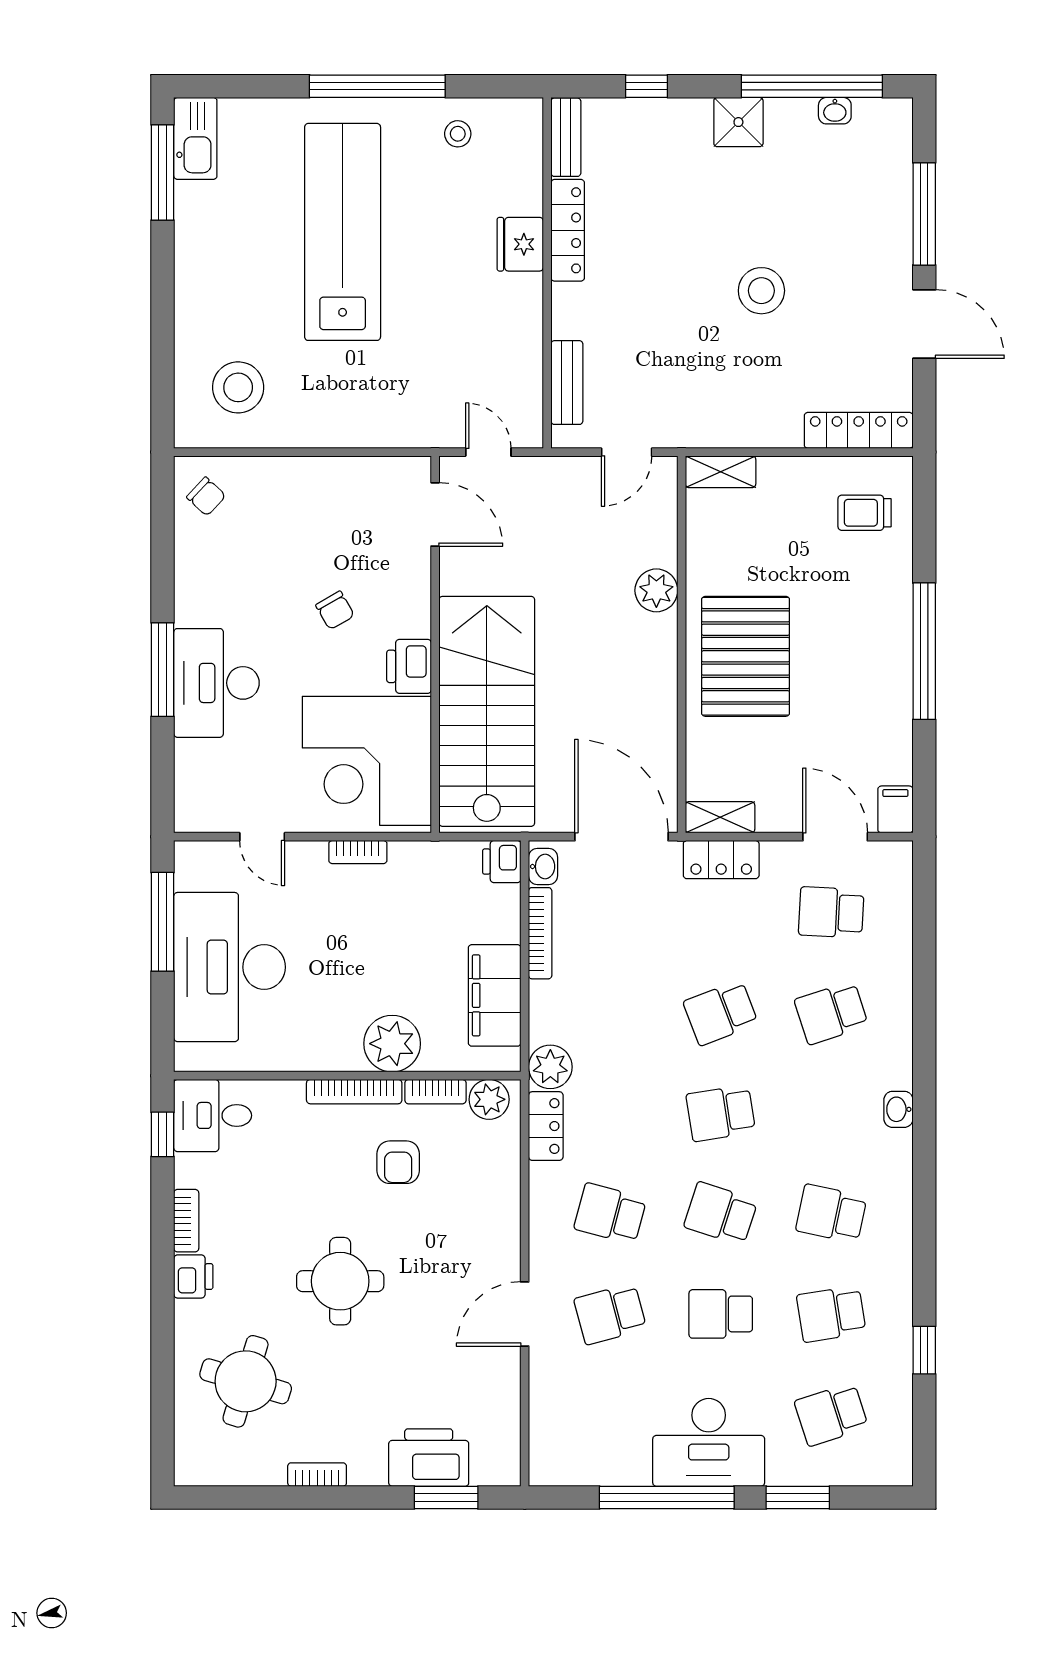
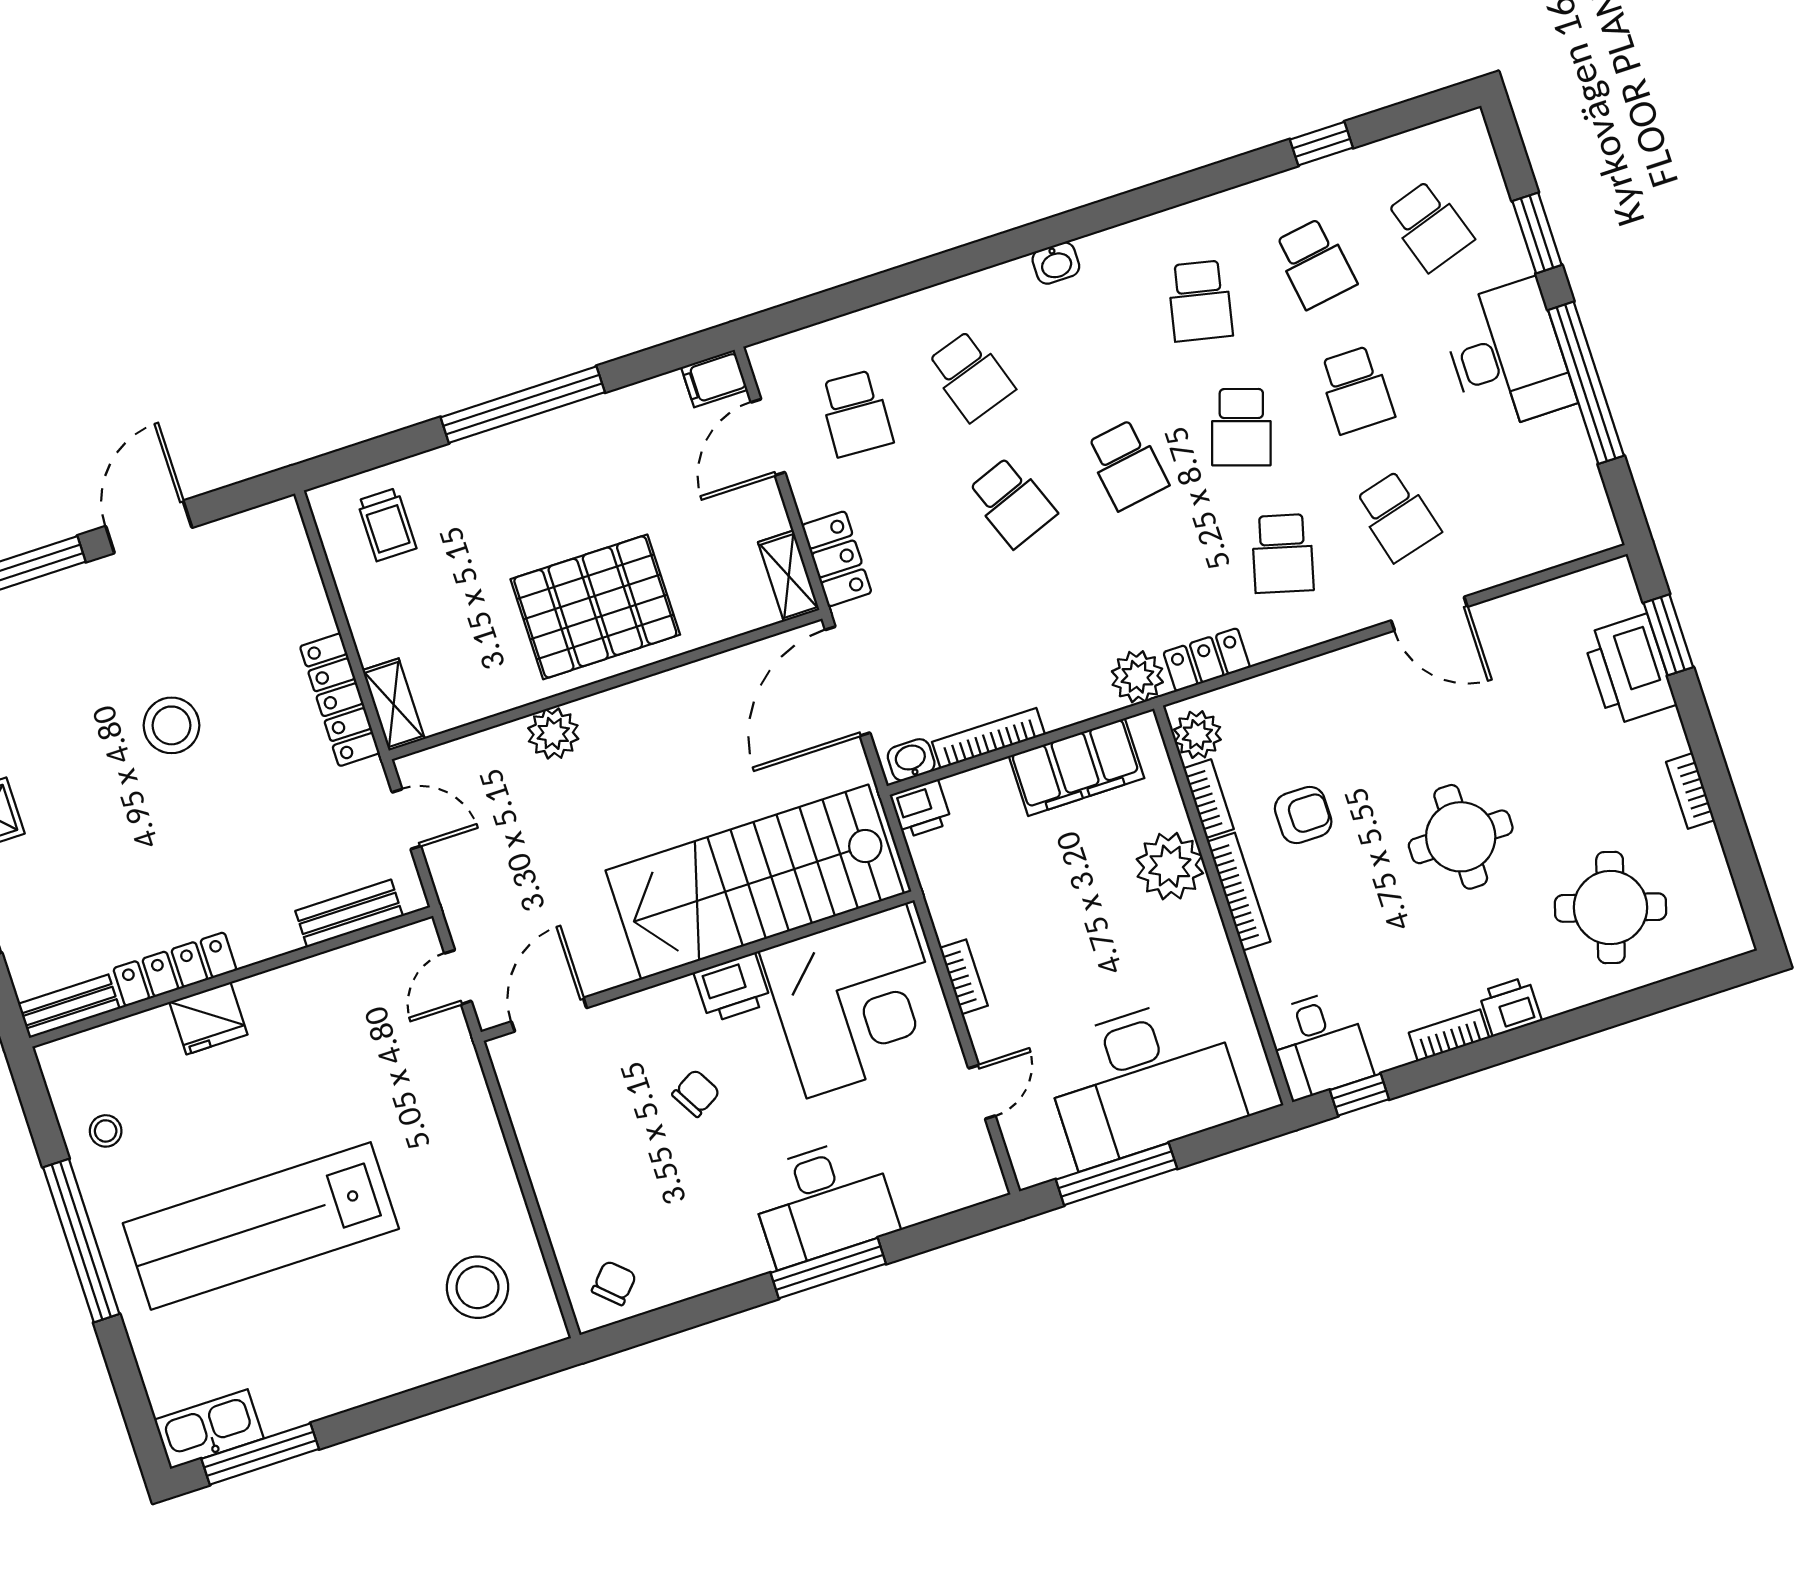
locker: (859, 430) -> (340, 700), moved

